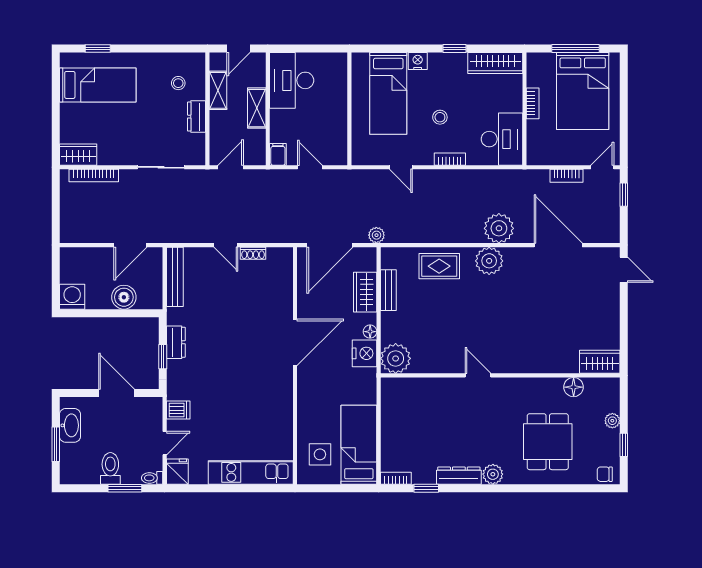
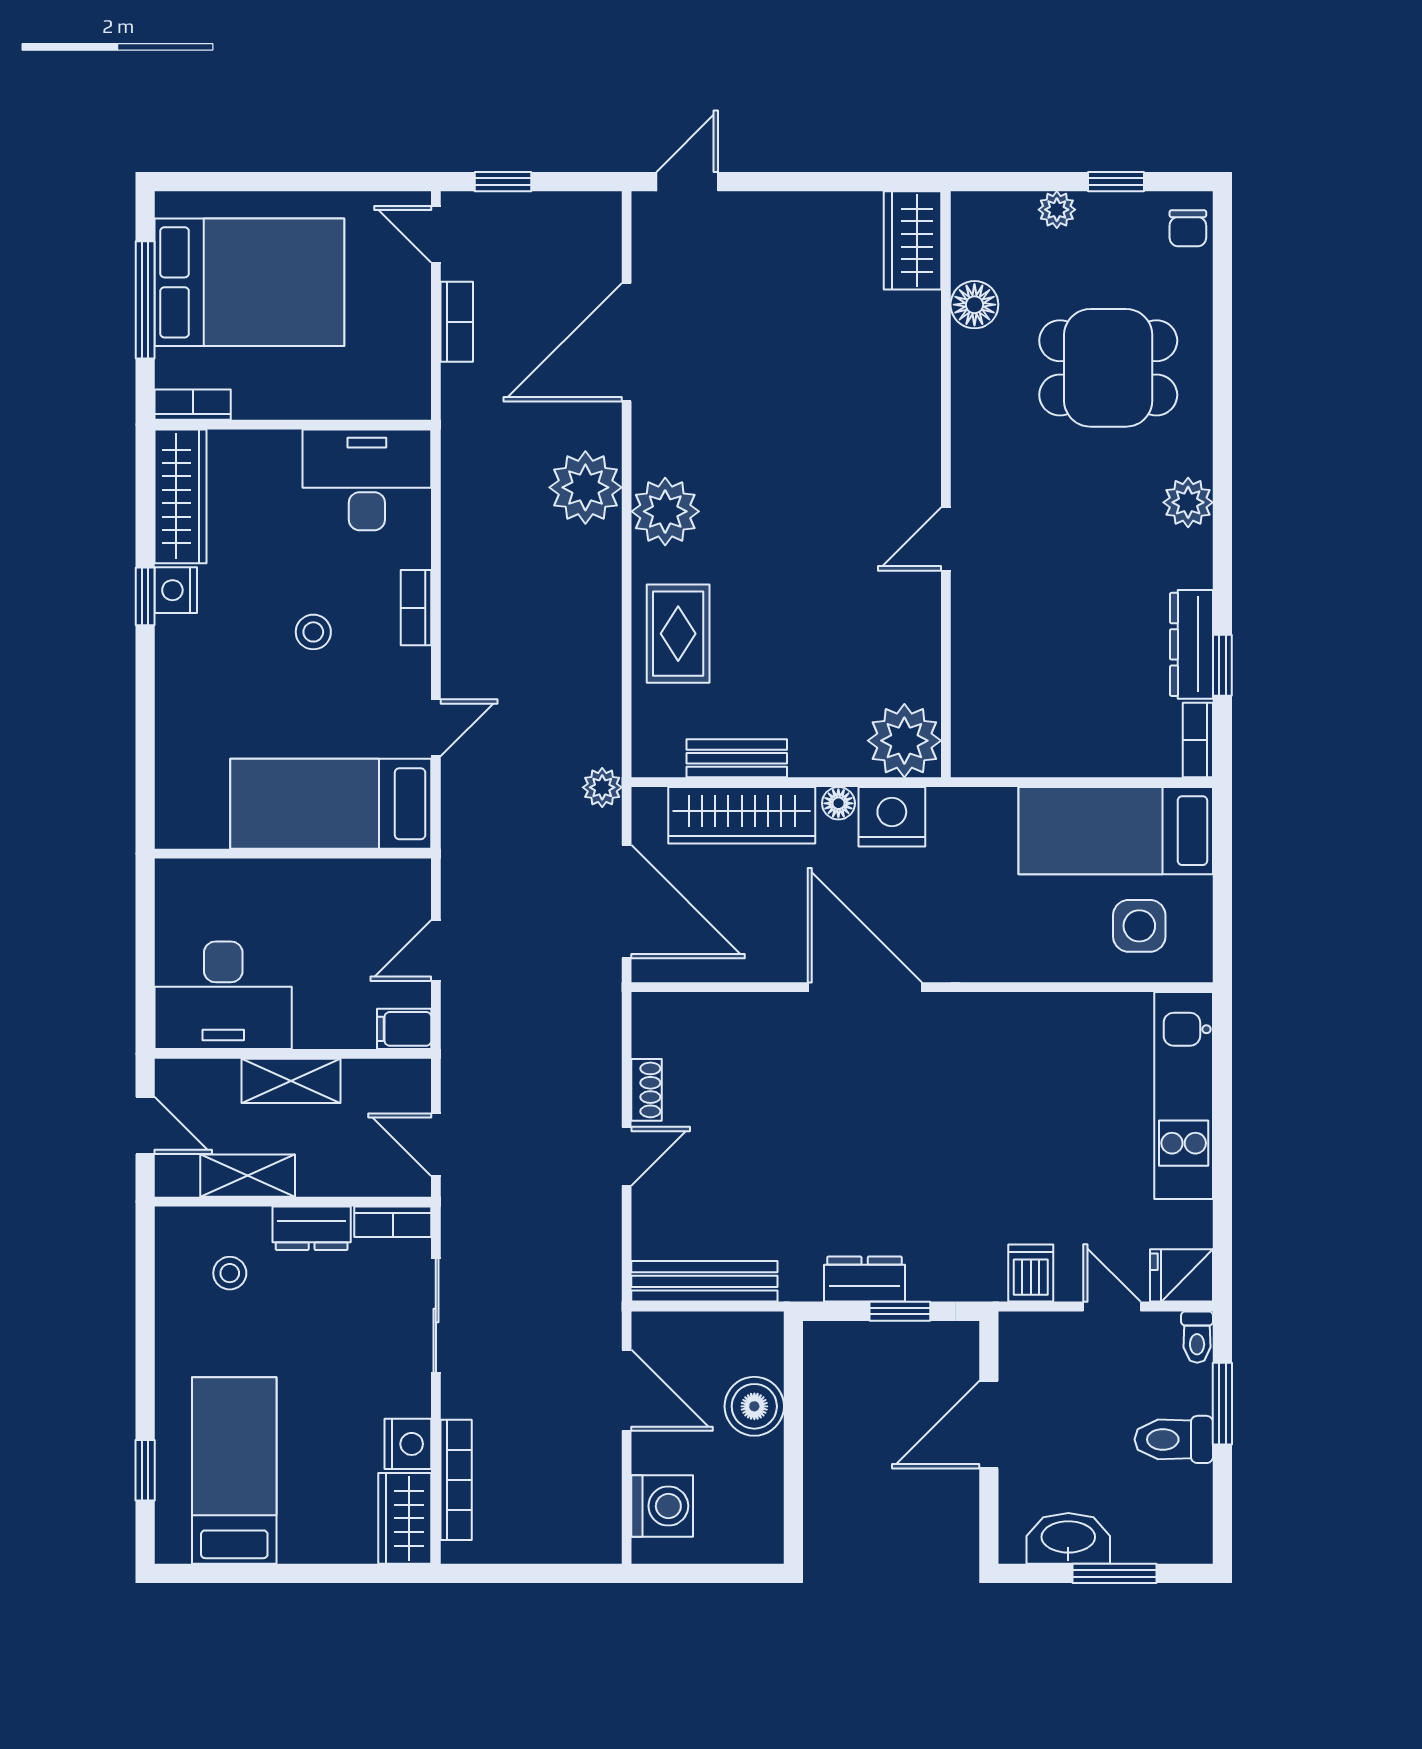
nightstand: (418, 61) -> (176, 590), moved
bed: (388, 93) -> (331, 804), moved, turned 180
bookcase: (533, 103) -> (193, 405), moved
bookcase: (199, 150) -> (393, 1222), added
nightstand: (109, 156) -> (408, 1444), added
wardrobe: (365, 292) -> (742, 815), width x1.50
washing machine: (72, 297) -> (662, 1506), moved, turned 180
dresser: (459, 476) -> (1192, 644), moved

